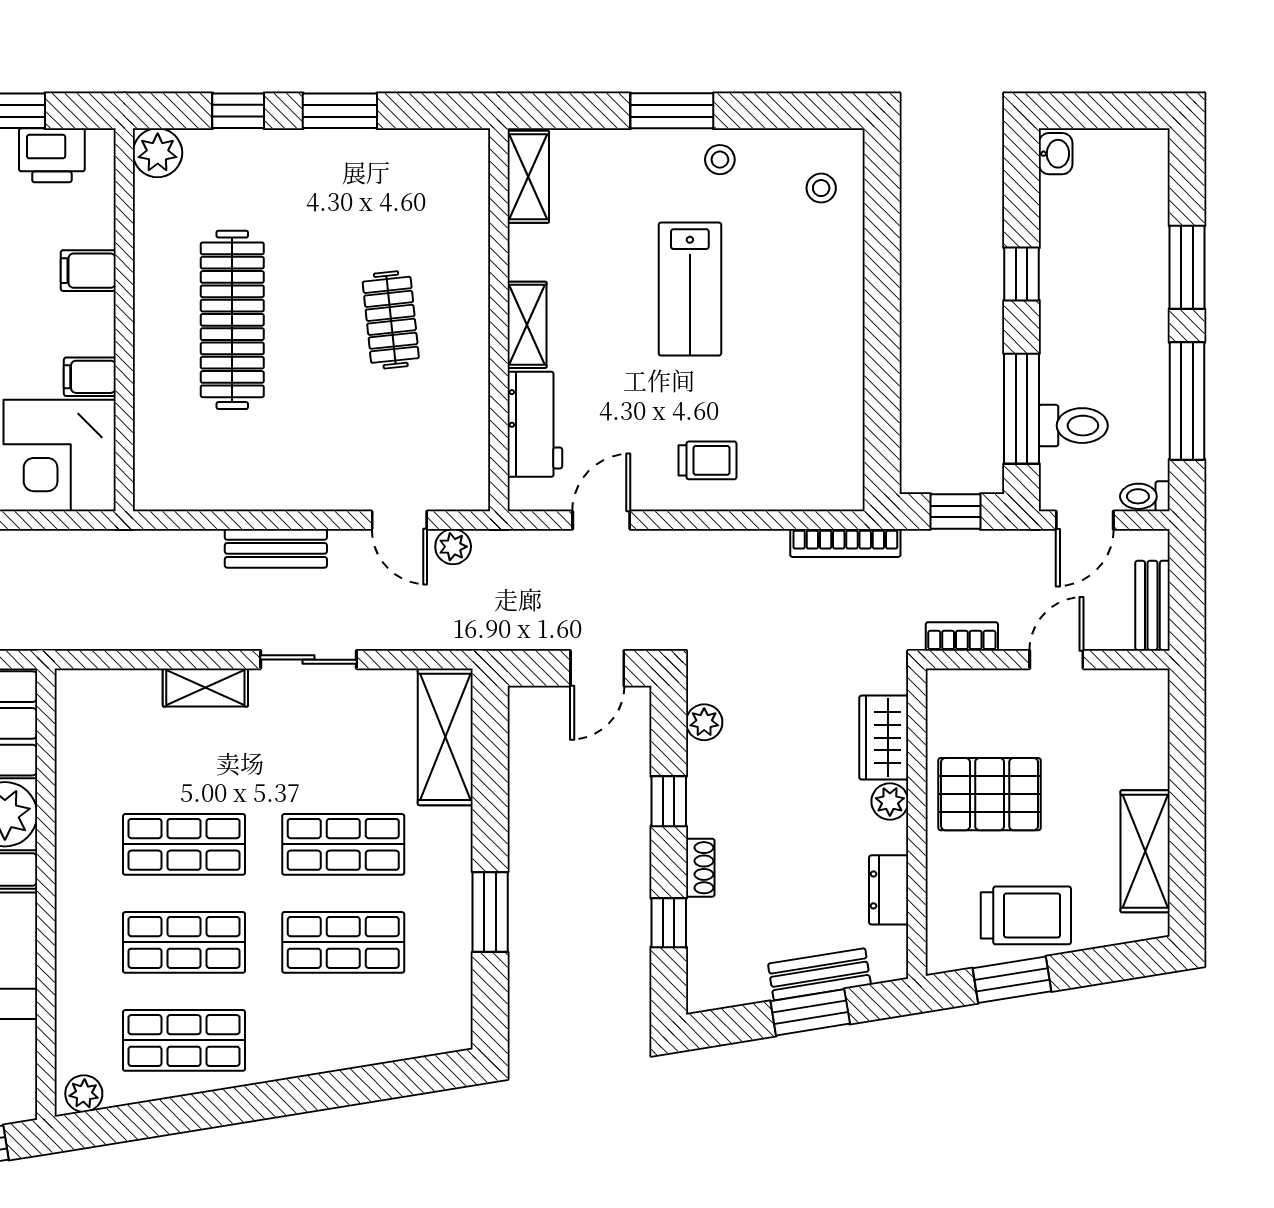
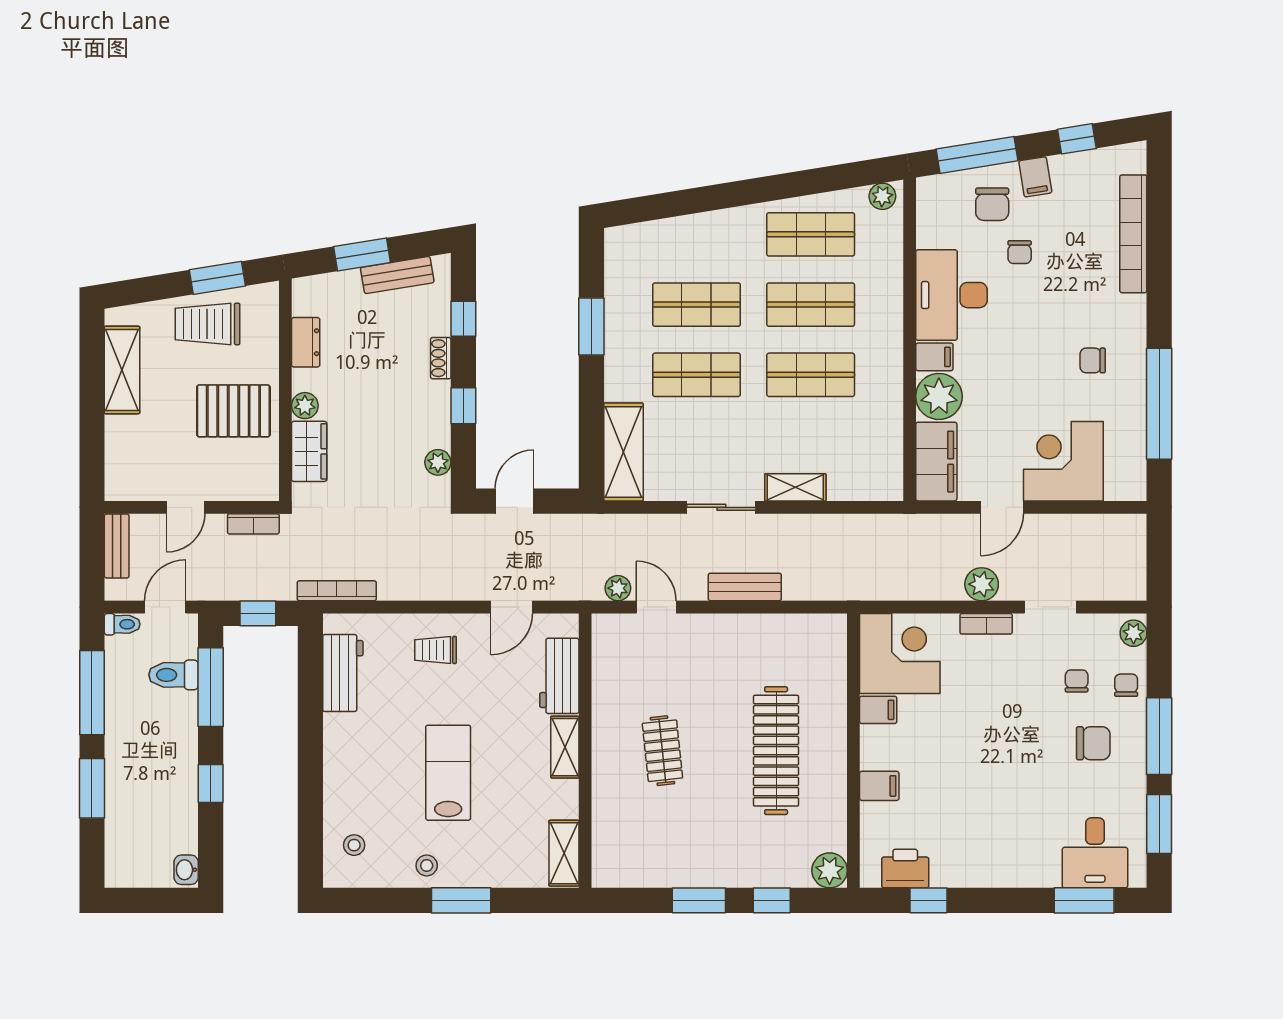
workbench: (837, 428) -> (343, 673), added
bench: (819, 974) -> (397, 275), moved

